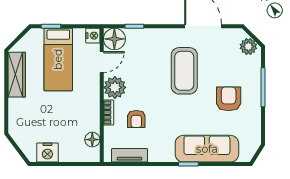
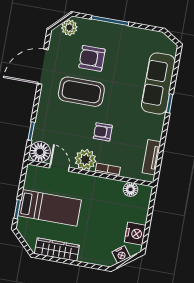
nightstand: (93, 36) -> (121, 254), moved, turned 143
armchair: (229, 99) -> (92, 58), moved
armchair: (136, 119) -> (103, 132), moved, turned 180

